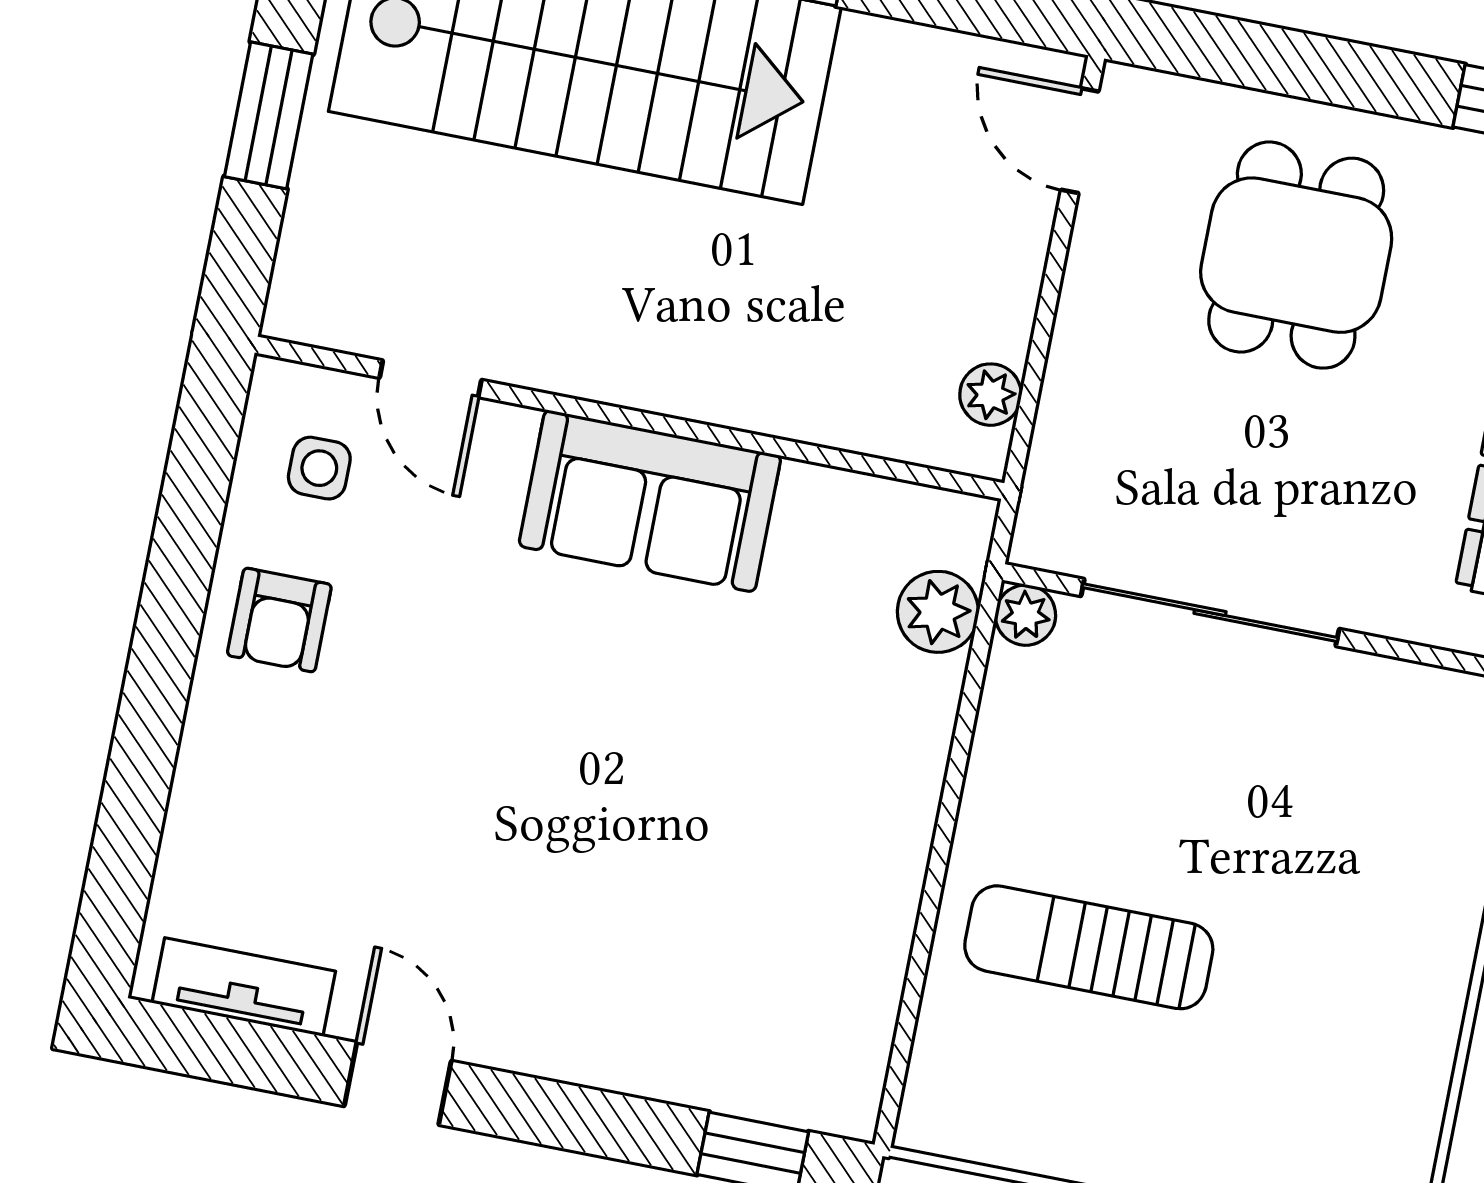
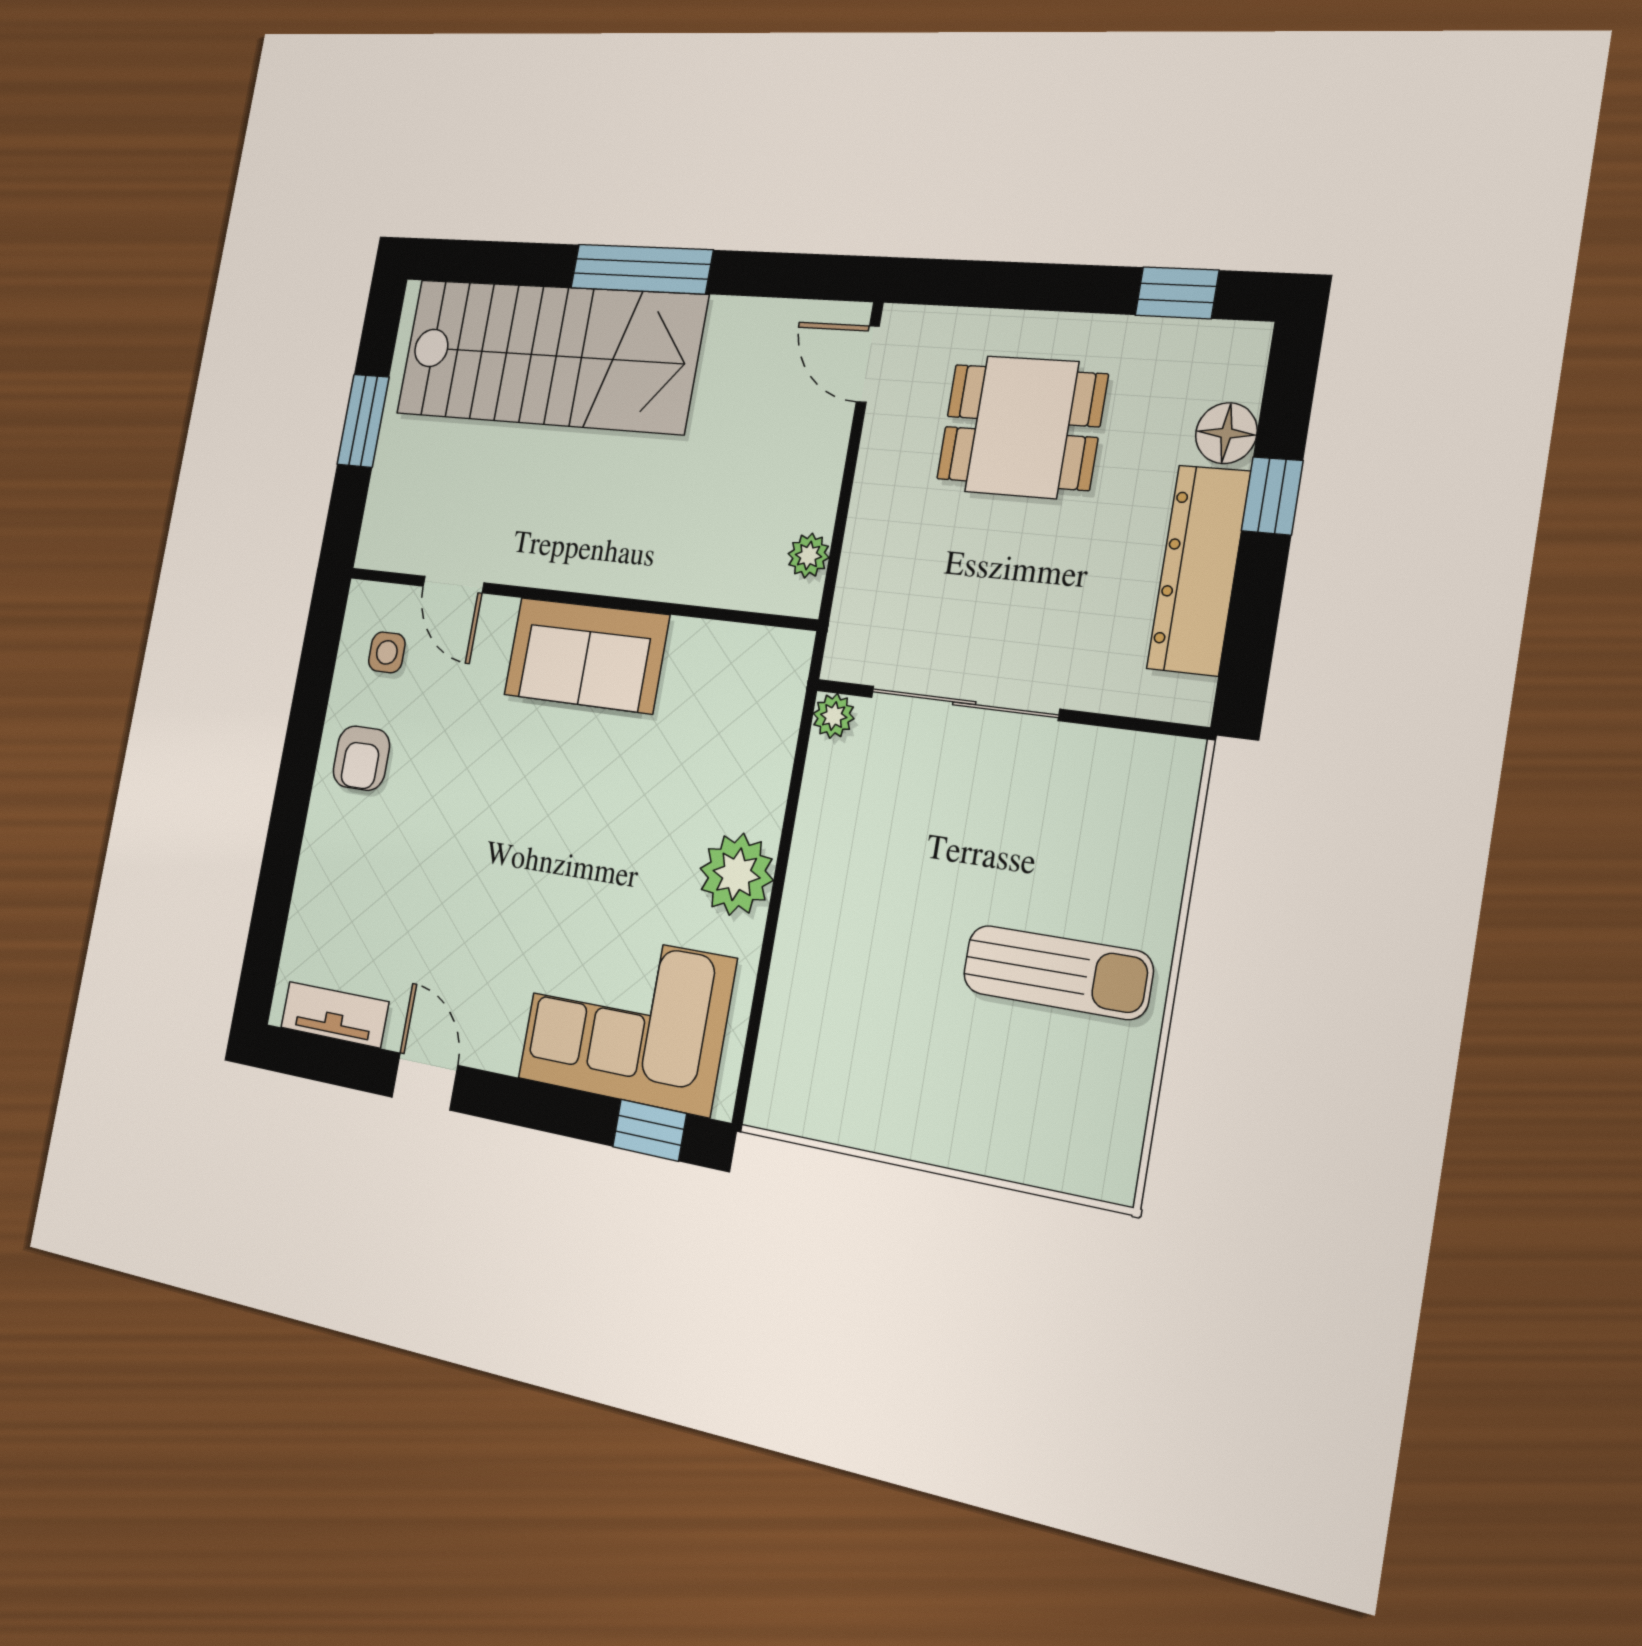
dining table: (1296, 255) -> (1022, 427), turned 90
plant: (938, 612) -> (737, 874), moved, width x1.36, depth x1.36
sun lounger: (1089, 947) -> (1057, 972), moved, turned 180
corner sofa: (717, 1005) -> (626, 1019), added

